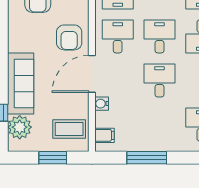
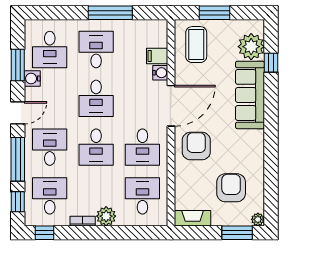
desk: (160, 125) -> (96, 50), added
coffee table: (69, 129) -> (196, 45), turned 90
filing cabinet: (104, 135) -> (157, 56), moved

